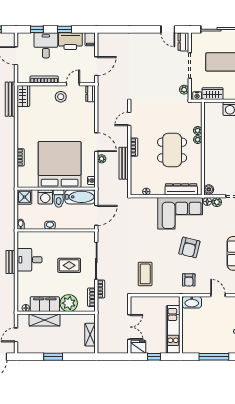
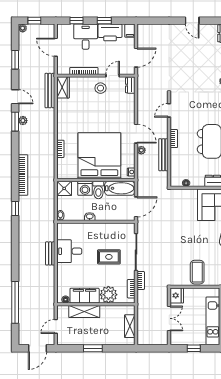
door: (168, 29) -> (192, 21), moved
coffee table: (145, 274) -> (197, 272), moved
fridge: (138, 347) -> (177, 295), moved, turned 90

